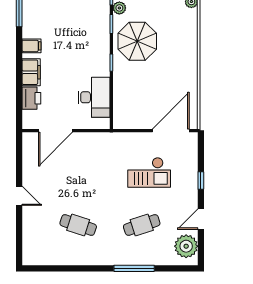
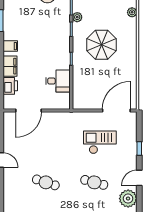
parasol: (137, 41) -> (102, 45), moved
desk: (94, 97) -> (58, 81), width x0.73
checkout: (149, 172) -> (100, 142), turned 180
cafe table: (142, 225) -> (94, 182), turned 33

